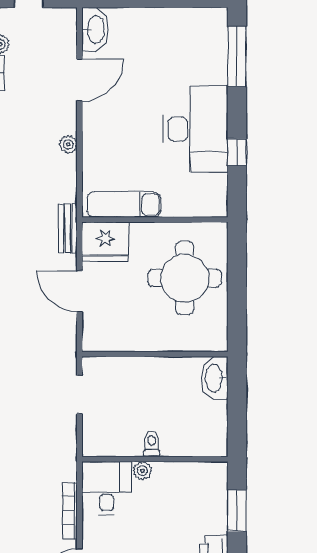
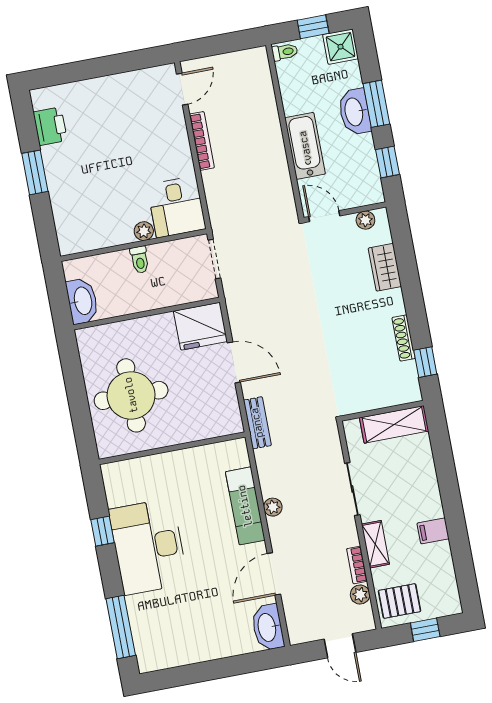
exam couch: (124, 204) -> (245, 506), moved, turned 90
fridge: (105, 242) -> (200, 326), moved, turned 180
toilet: (152, 444) -> (140, 260), moved
wall: (155, 459) -> (134, 245), moved
plant: (142, 471) -> (144, 231), moved
desk: (107, 488) -> (176, 207), moved

